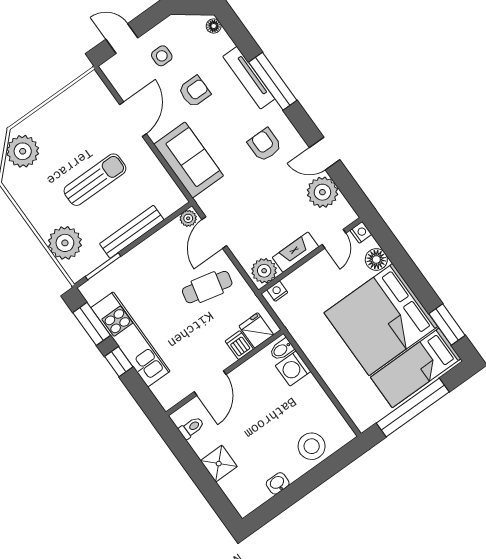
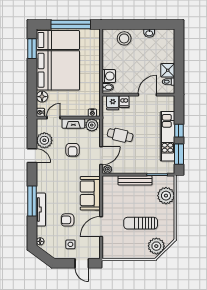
armchair: (265, 145) -> (73, 150), moved
sun lounger: (95, 180) -> (141, 223), moved
shower: (219, 464) -> (168, 70), moved

